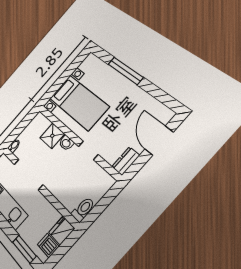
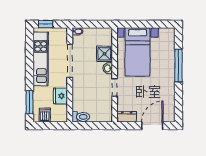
fridge: (62, 230) -> (60, 96), moved, turned -90

